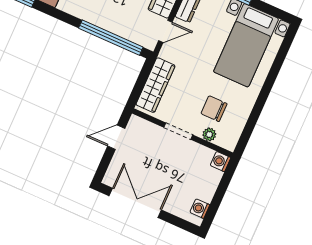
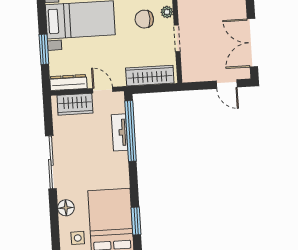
tv unit: (115, 26) -> (120, 132), added
chair: (214, 109) -> (144, 19), turned 90
door: (116, 137) -> (227, 84), moved

